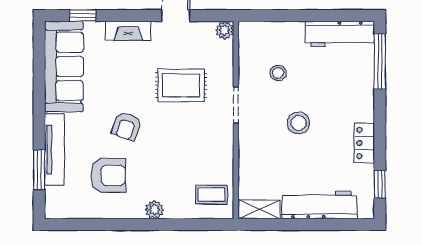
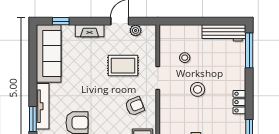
plant: (225, 30) -> (136, 30), moved
armchair: (127, 126) -> (135, 106), moved, turned -132

